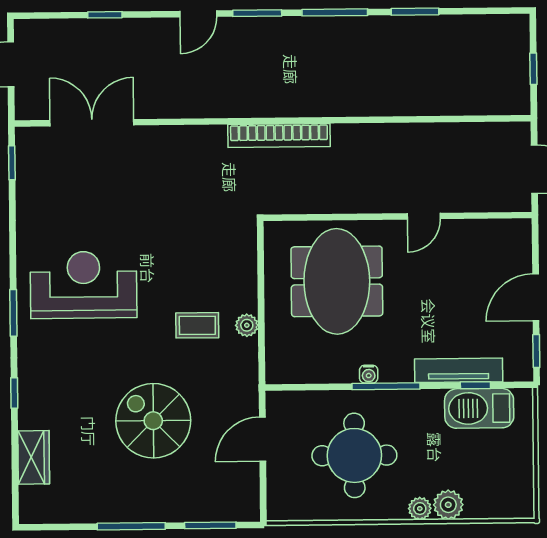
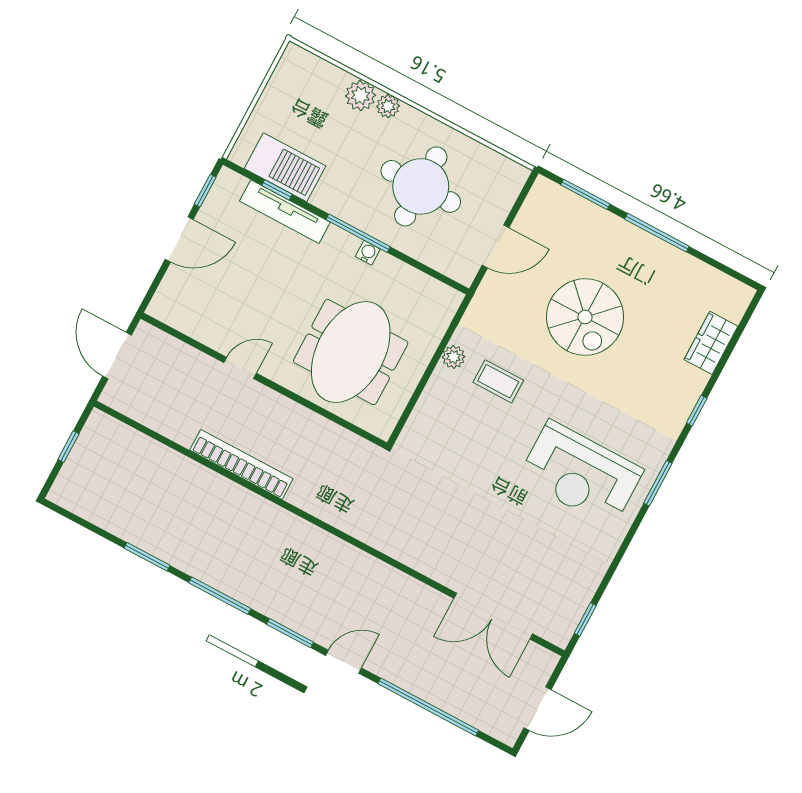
window: (105, 15) -> (428, 707), width x3.17
bookcase: (279, 136) -> (241, 464), moved

